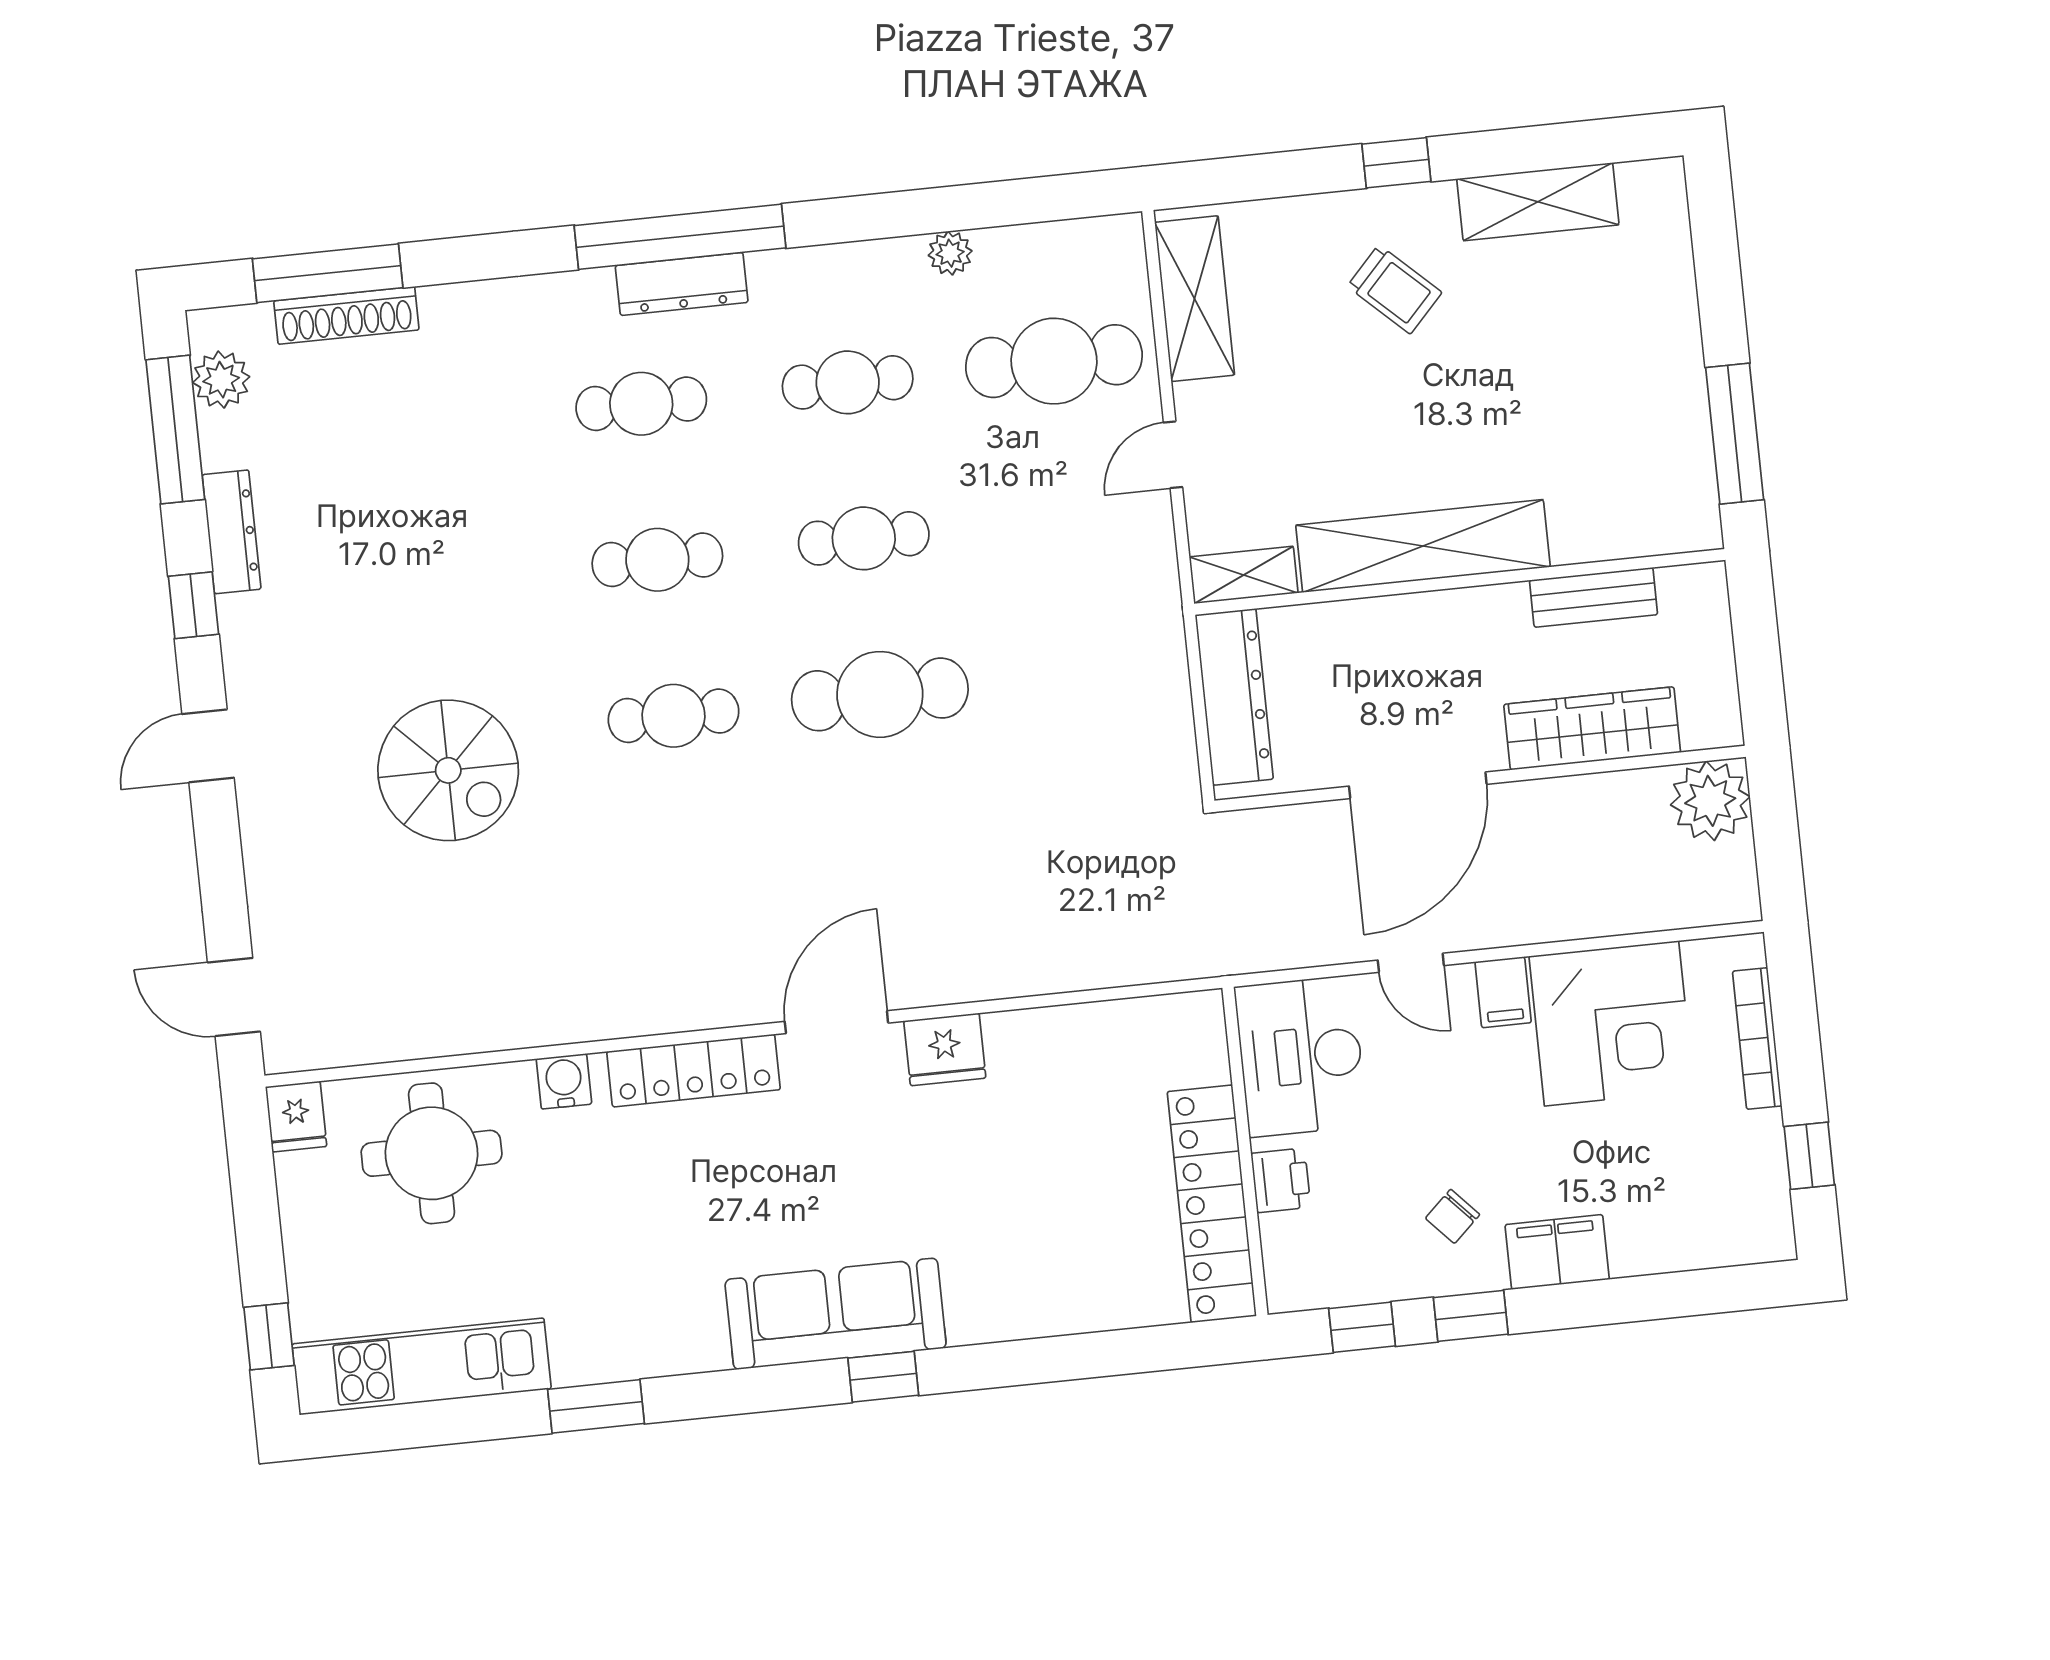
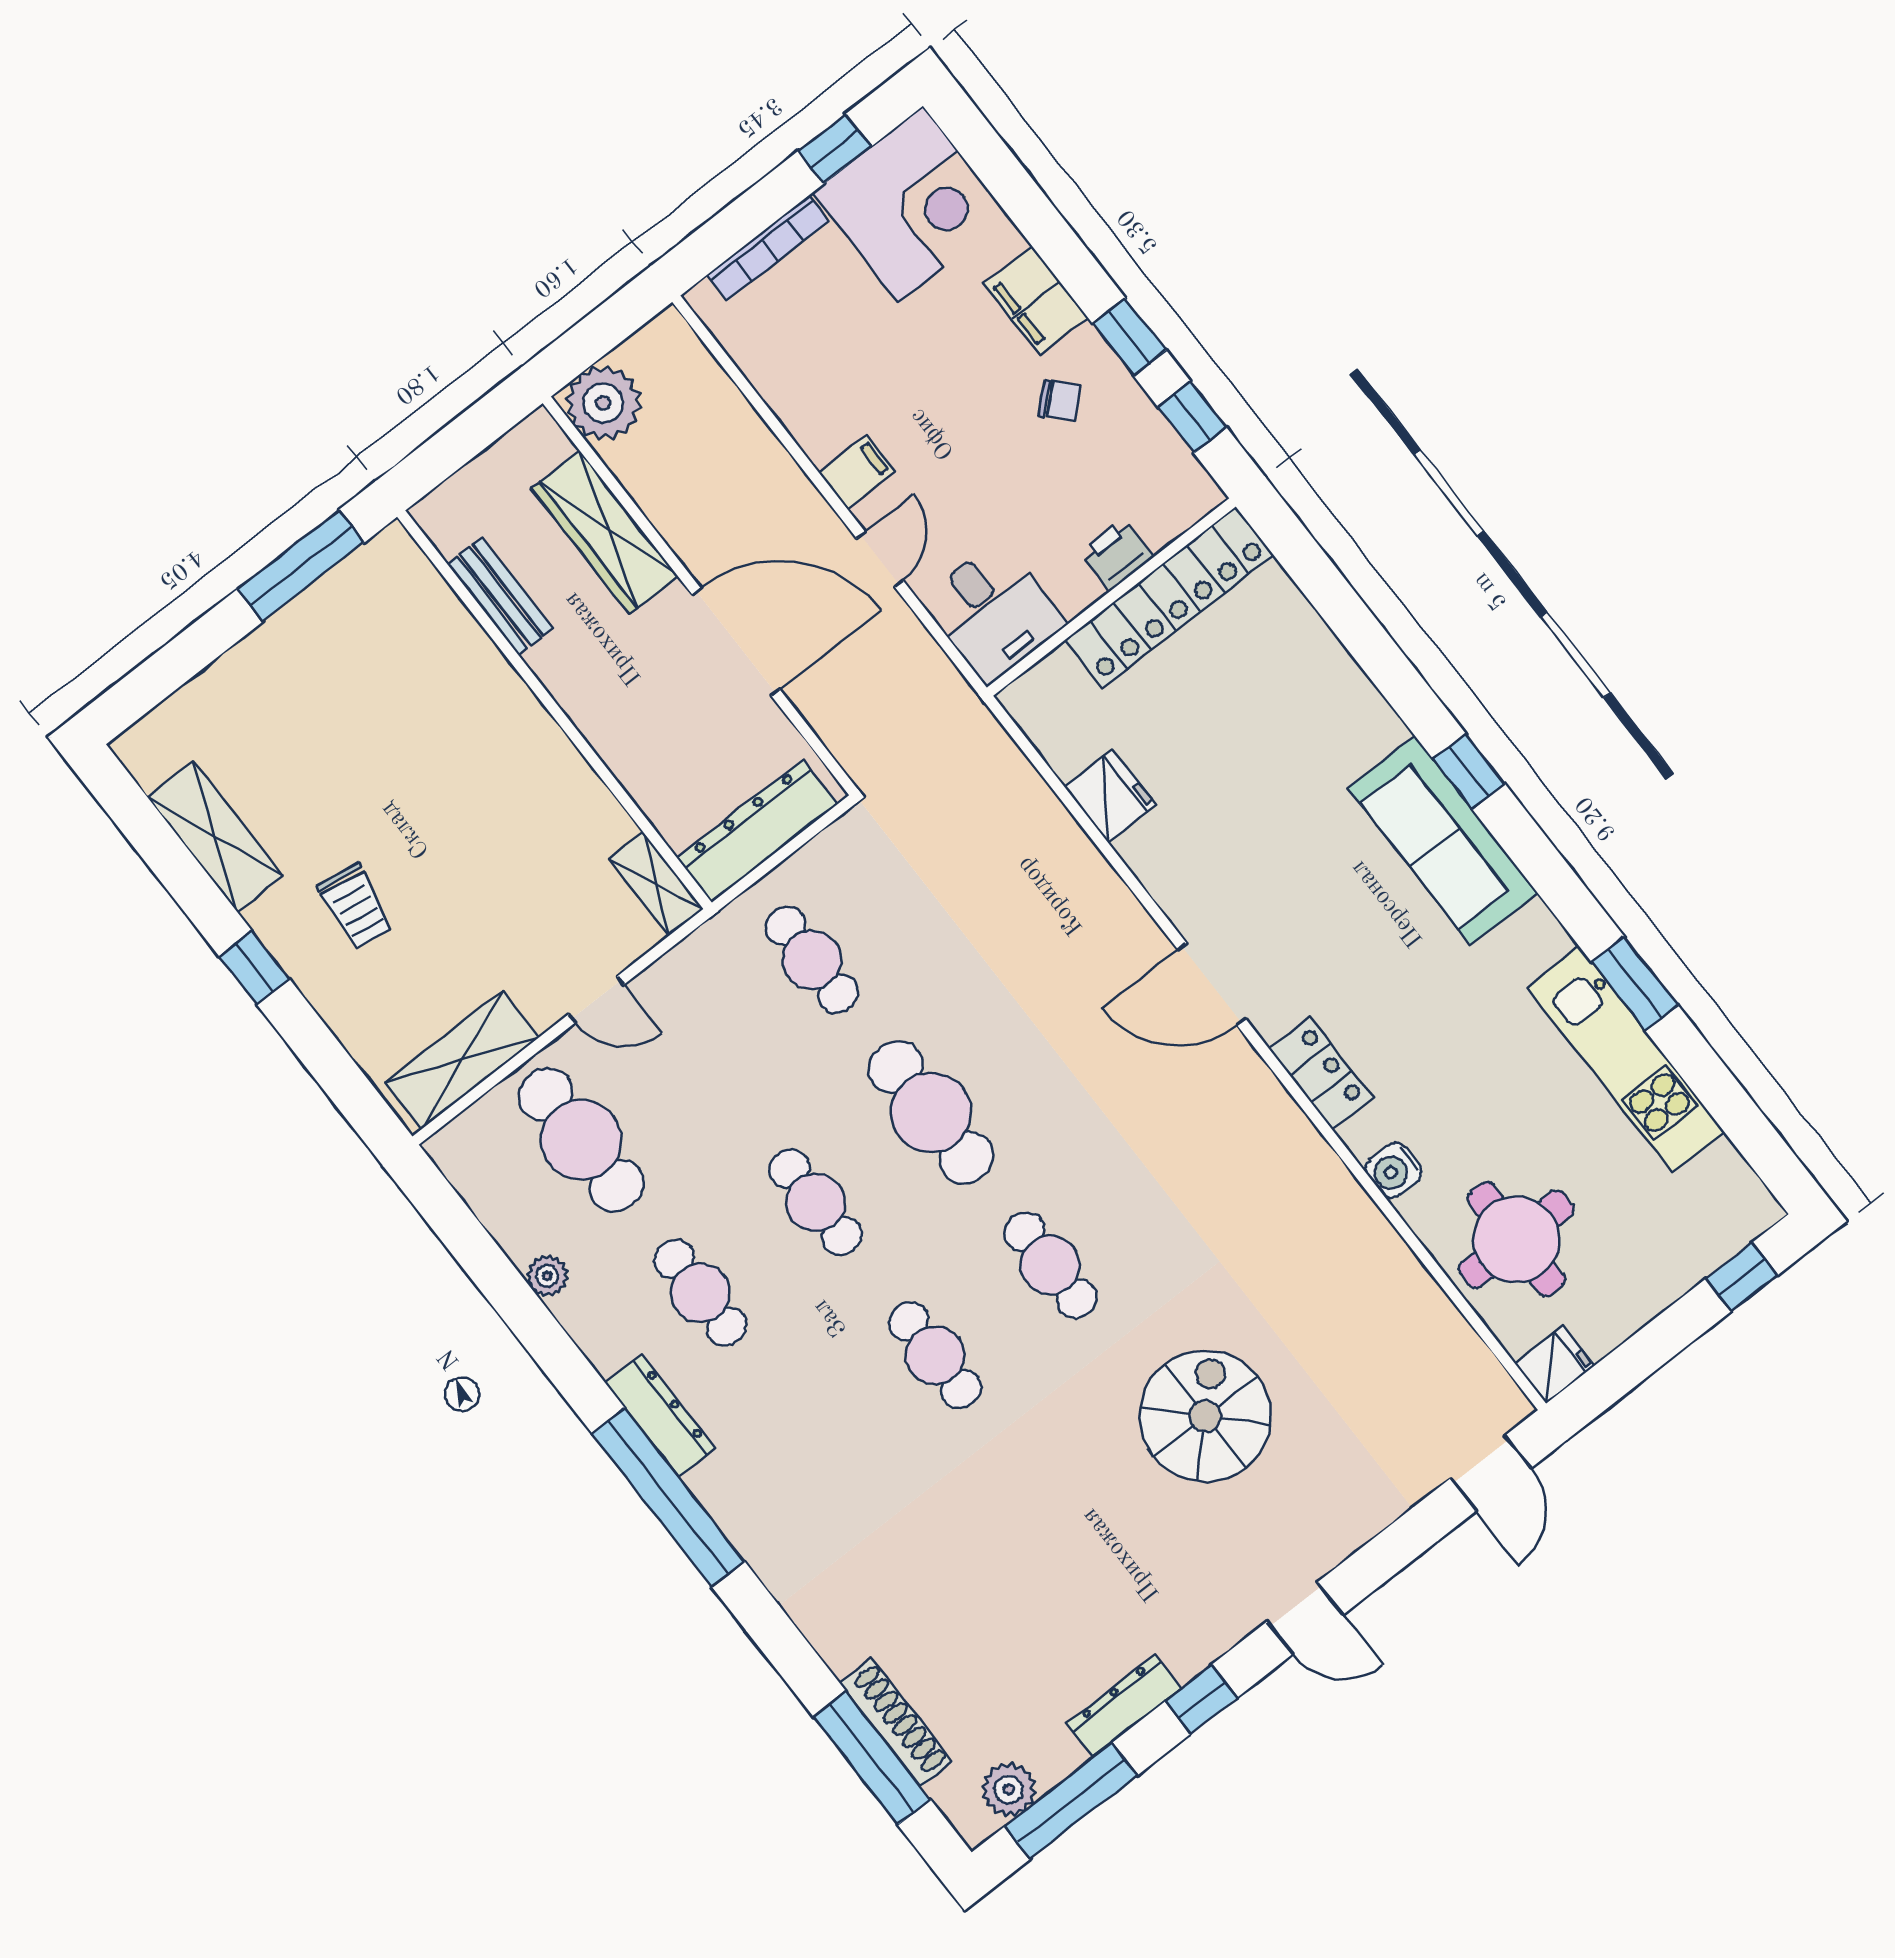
dresser: (682, 284) -> (660, 1416), moved
trolley: (1395, 289) -> (355, 906), turned 146
cafe table: (641, 404) -> (812, 960), moved
shelving: (1423, 546) -> (544, 757), removed
corner desk: (1612, 1023) -> (911, 205), moved, turned 90
fridge: (945, 1049) -> (1110, 796), moved
desk: (1301, 1056) -> (993, 612), width x0.73
locker: (694, 1071) -> (1321, 1073), width x0.66
kitchen unit: (422, 1366) -> (1626, 1060), moved

